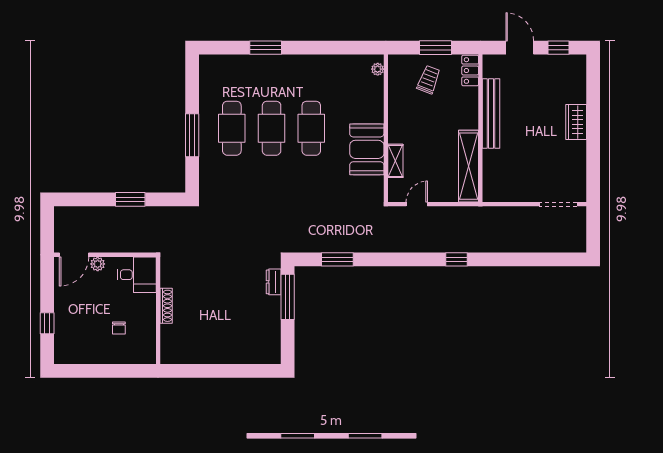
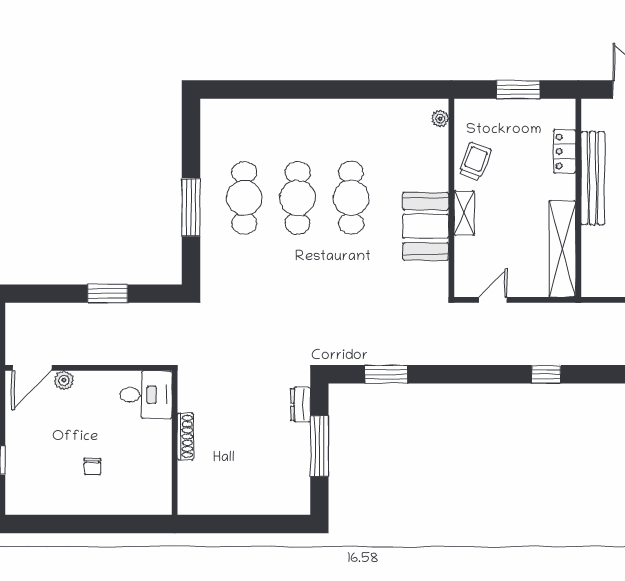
window: (266, 48) -> (290, 89), removed
locker: (470, 71) -> (565, 151), moved
trolley: (429, 80) -> (475, 161), moved
shelving: (395, 161) -> (464, 213), moved
desk: (137, 275) -> (146, 395), moved
window: (288, 297) -> (319, 446), moved
shoe rack: (166, 306) -> (185, 436), moved
wall: (158, 310) -> (175, 443), moved

